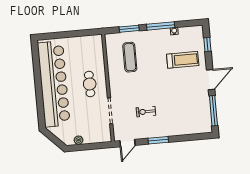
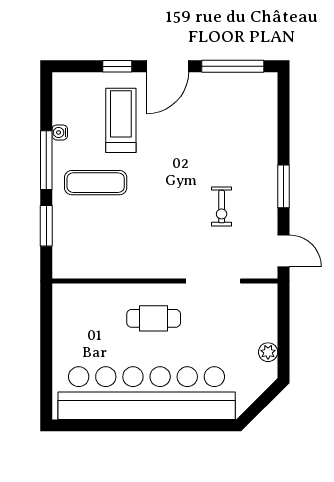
window: (207, 44) -> (117, 66), moved
exercise mat: (130, 57) -> (96, 183), moved
door: (211, 80) -> (168, 66), swing flipped

